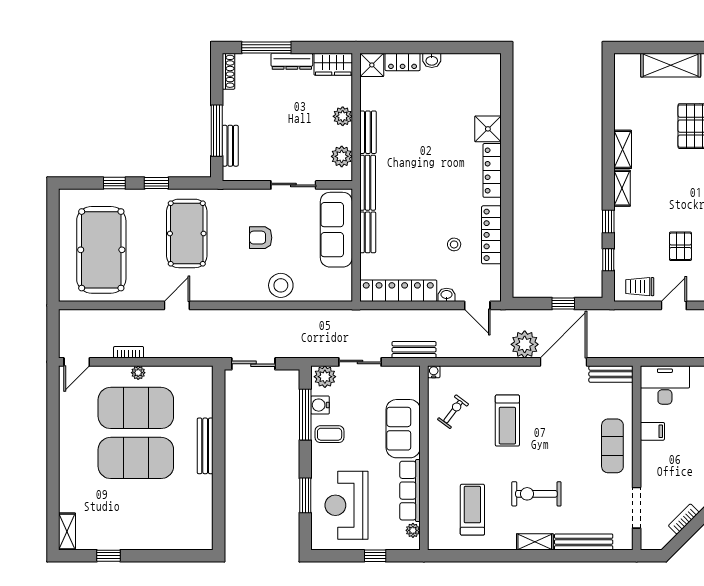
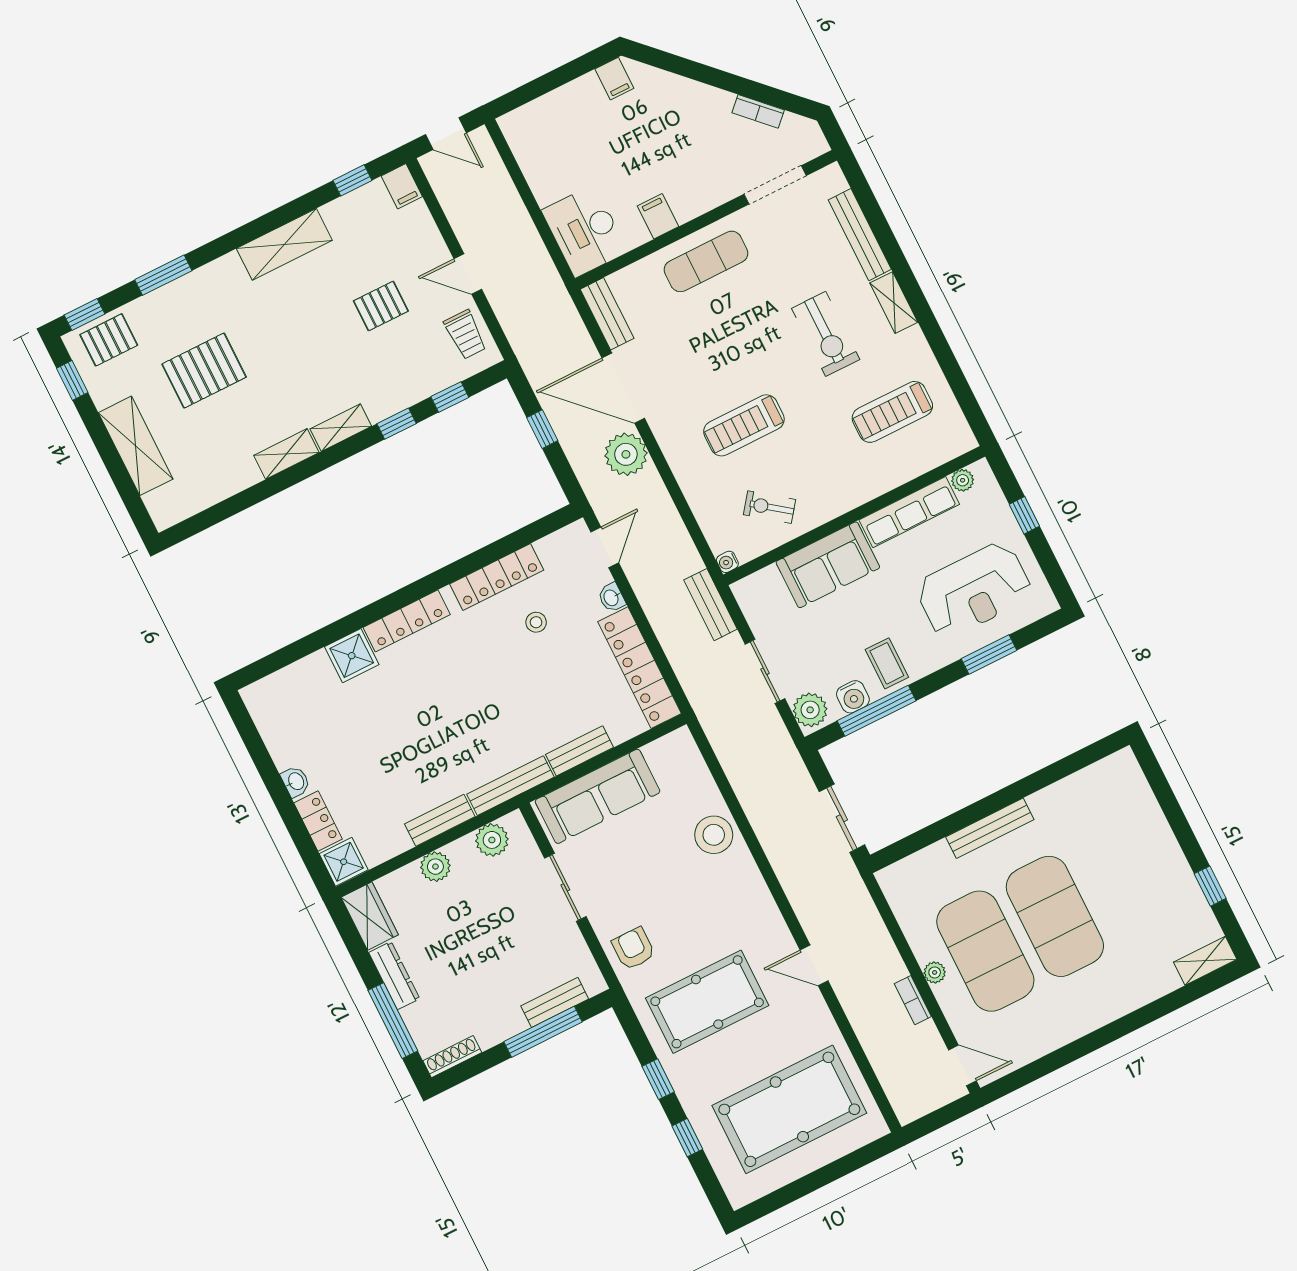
armchair: (261, 238) -> (633, 948), moved, turned 180
treadmill: (507, 421) -> (744, 425), turned 180

